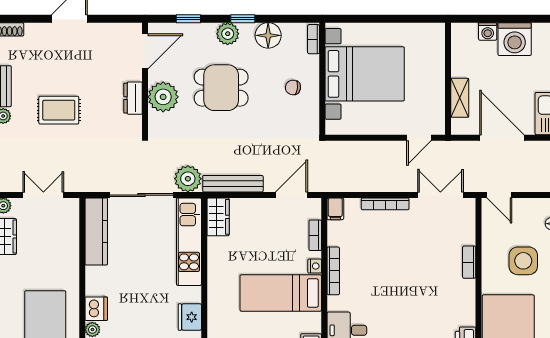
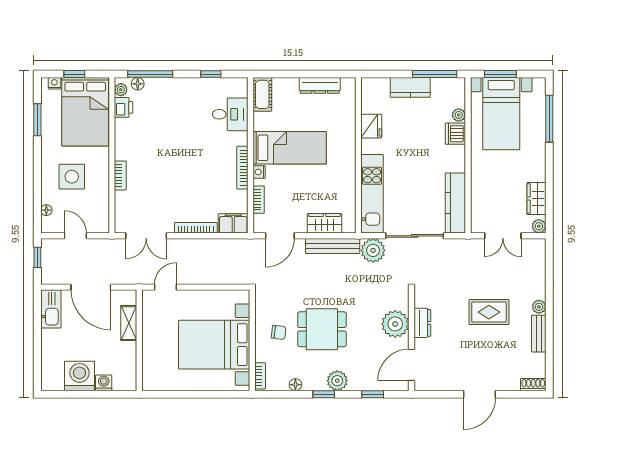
floor lamp: (268, 35) -> (295, 385), width x0.53, depth x0.53
dining table: (221, 88) -> (322, 329), moved
door: (499, 195) -> (75, 236), moved
filing cabinet: (335, 209) -> (233, 223), width x2.00
wardrobe: (218, 217) -> (324, 223), moved, turned 90

